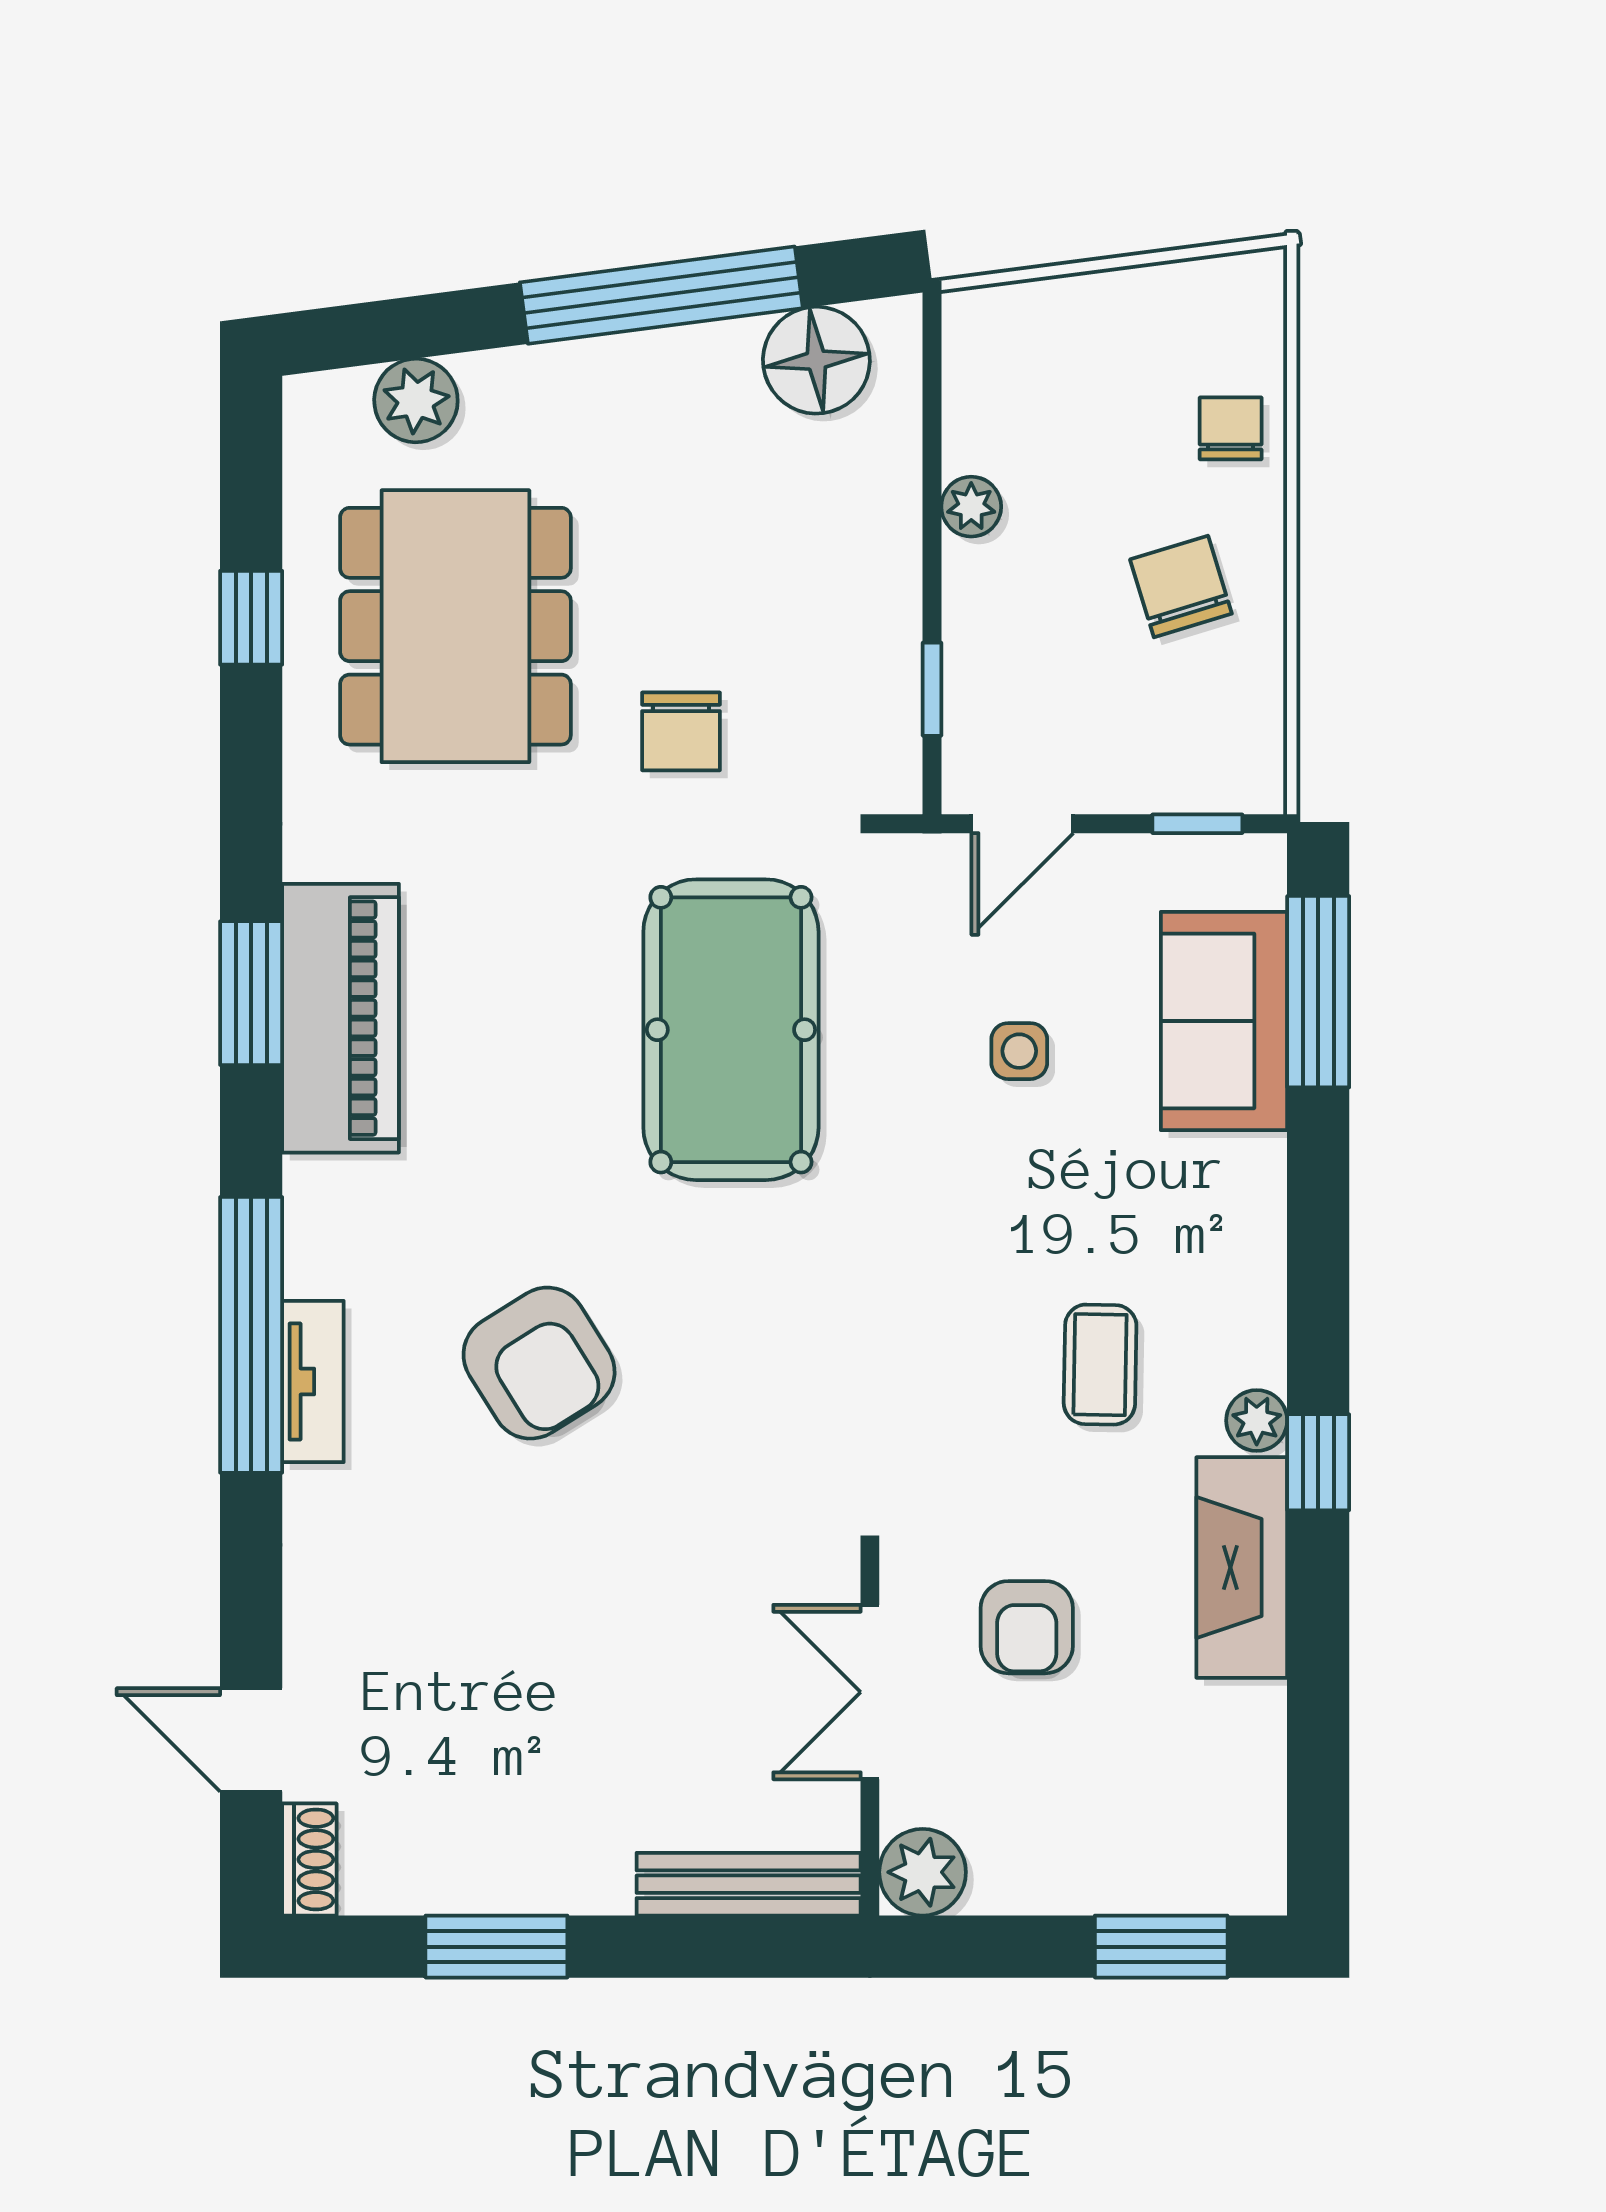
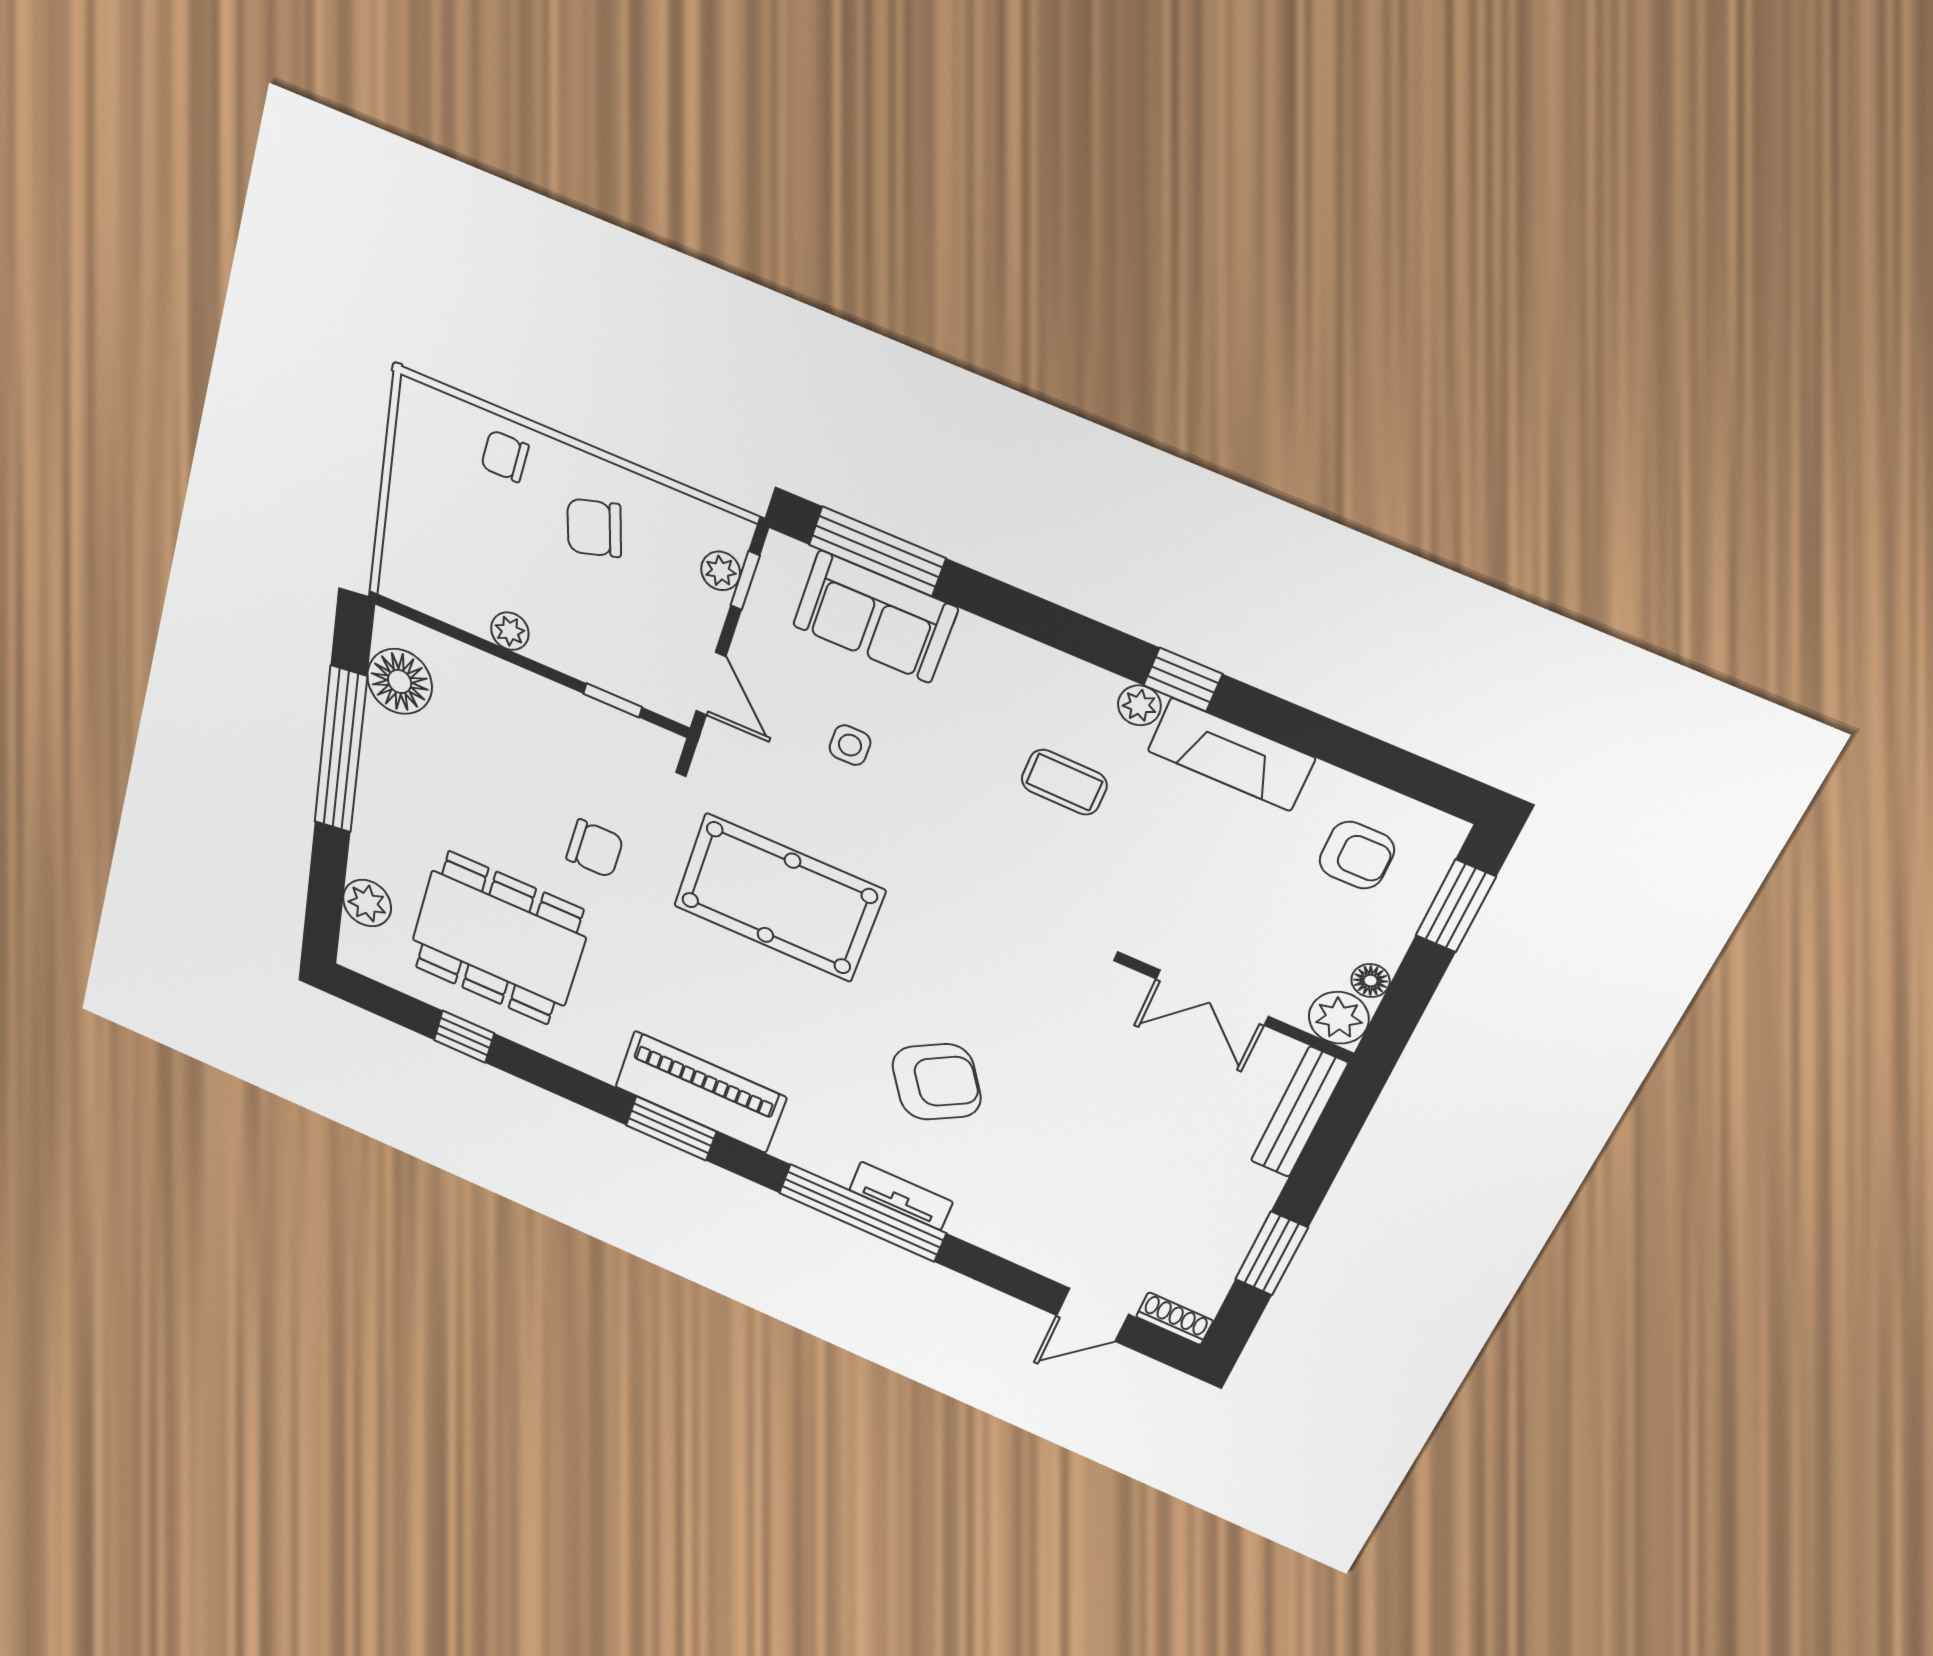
plant: (1196, 785) -> (721, 571), added
armchair: (1027, 1627) -> (1357, 855), moved
floor lamp: (999, 1888) -> (1371, 981), added

